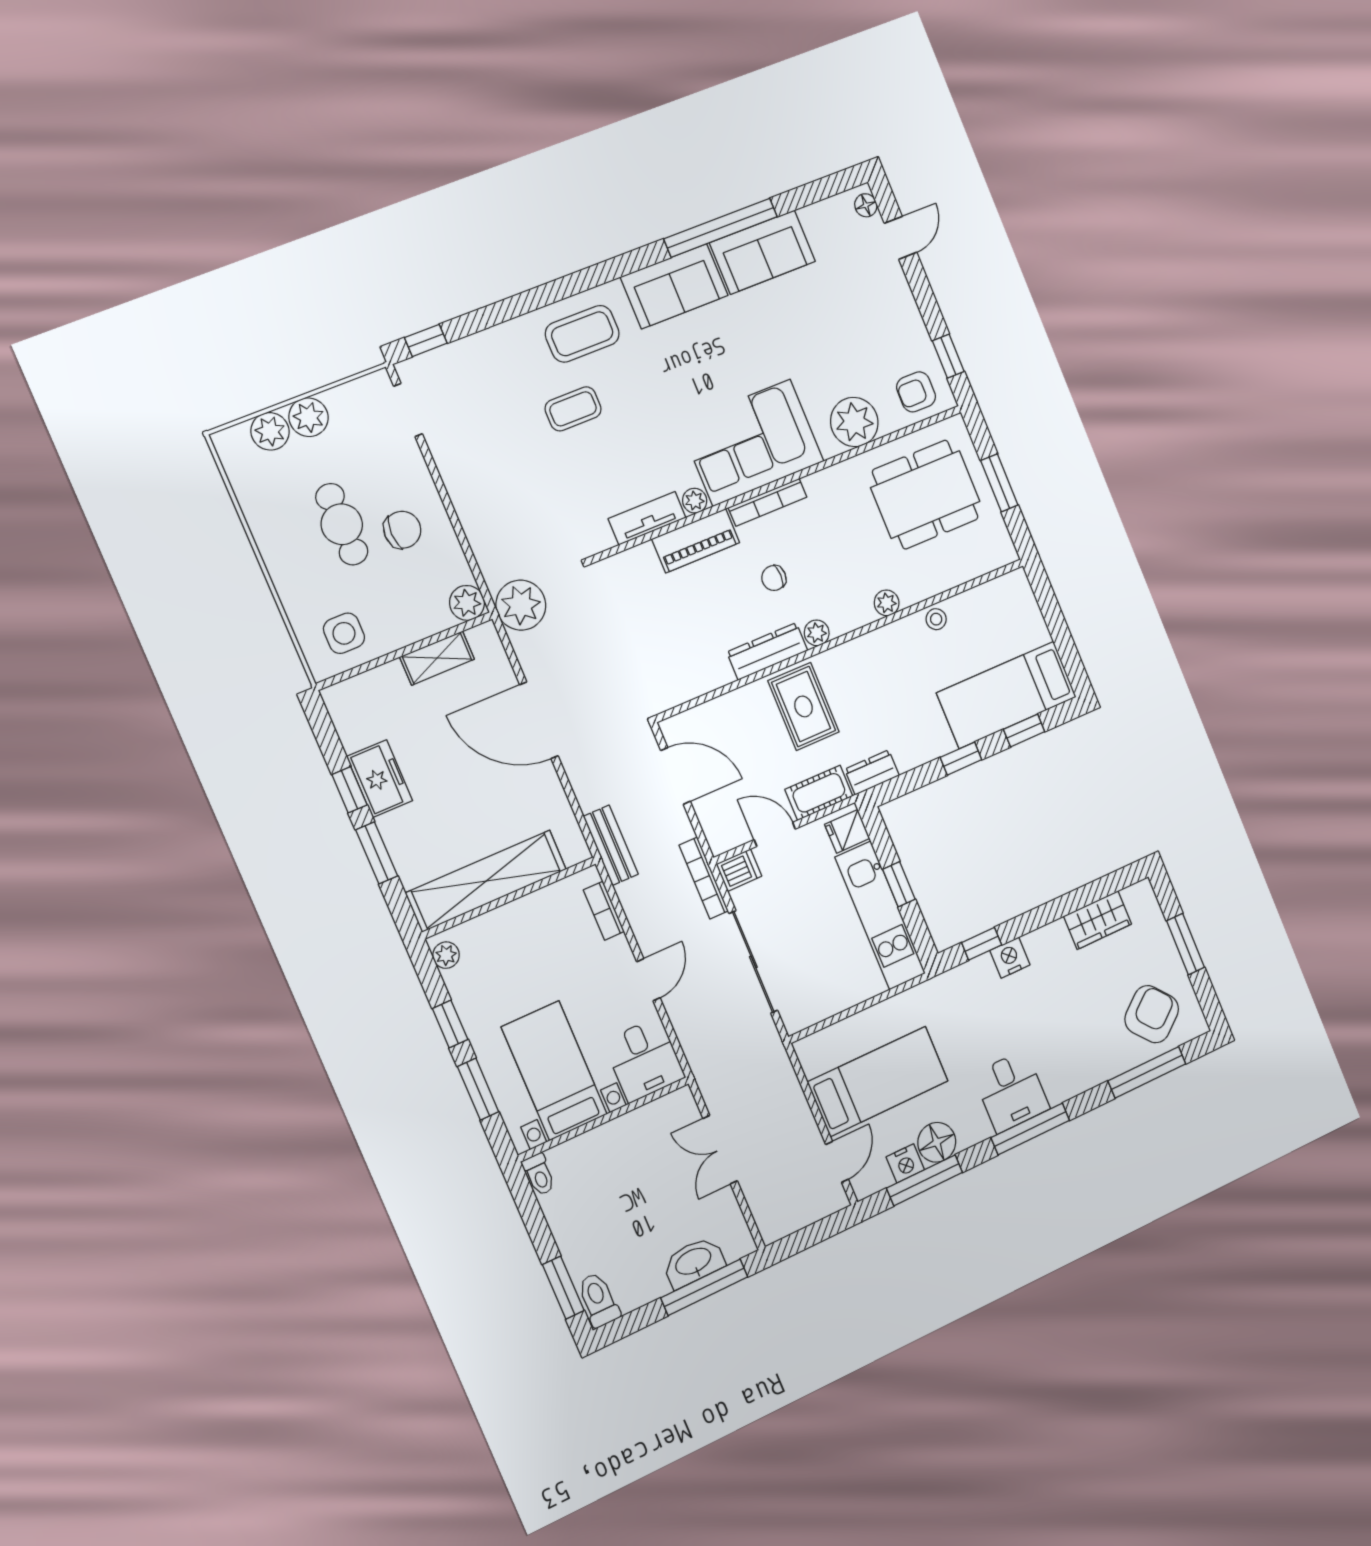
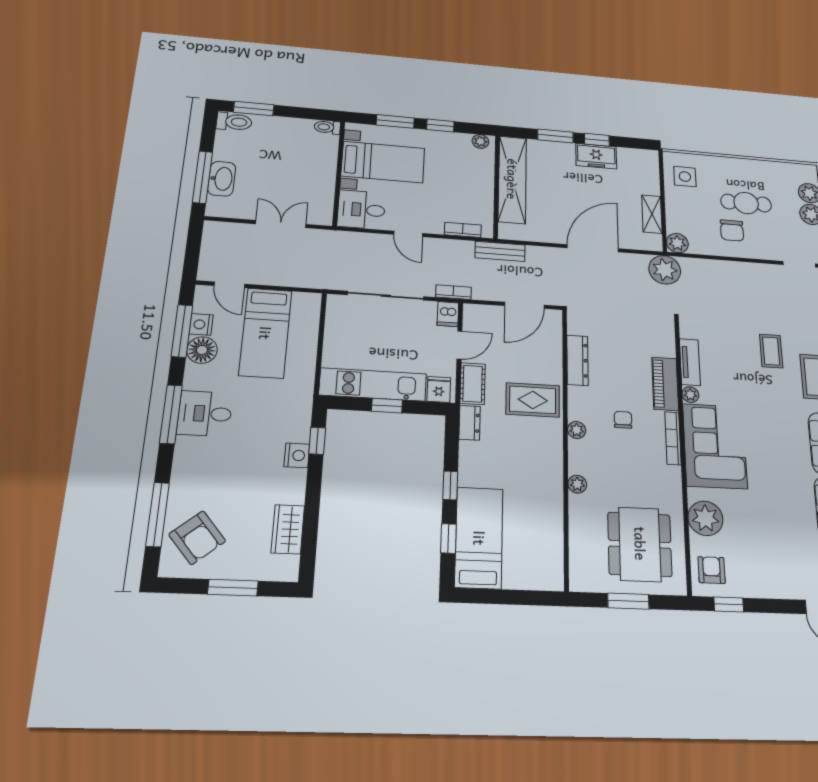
stool: (936, 619) -> (552, 512), removed
dresser: (767, 651) -> (577, 360), moved
bookcase: (704, 878) -> (454, 292), width x0.64

